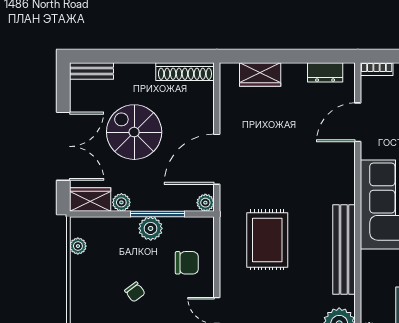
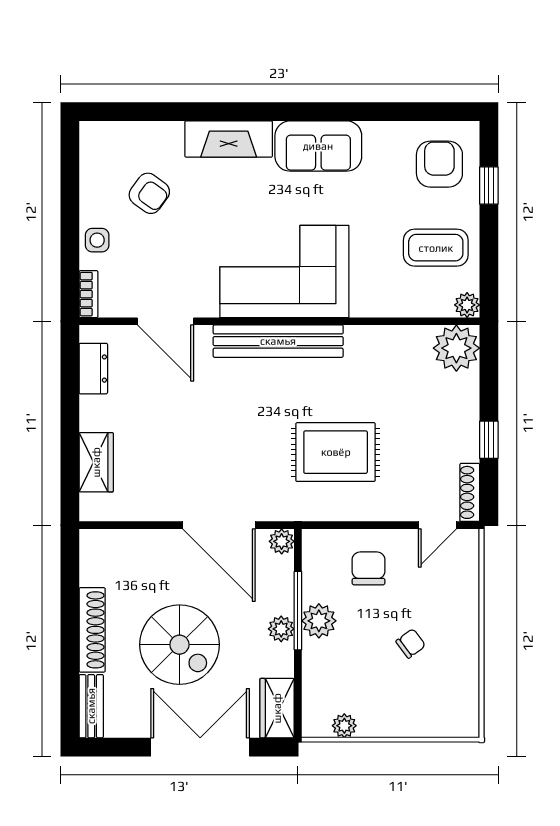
shoe rack: (185, 72) -> (92, 630), moved
spiral stairs: (134, 132) -> (179, 645), turned -90
plant: (121, 202) -> (281, 629), moved
bench: (344, 249) -> (278, 341), moved

